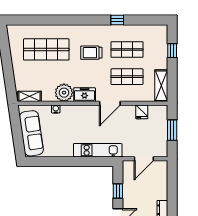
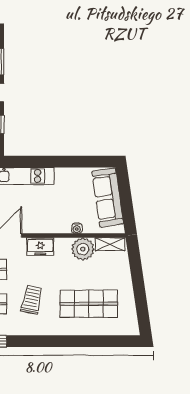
trolley: (91, 53) -> (32, 300), turned -78
plant: (64, 93) -> (83, 249), moved

